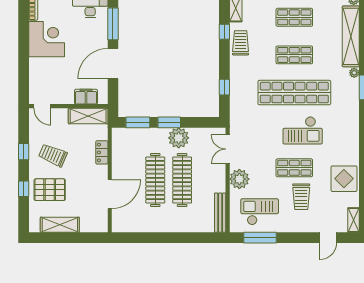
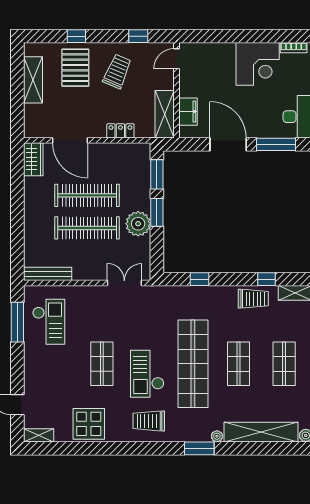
window: (24, 152) -> (138, 36), moved
plant: (239, 179) -> (88, 297), removed
trolley: (301, 197) -> (149, 421), moved
wardrobe: (125, 225) -> (33, 159), added

